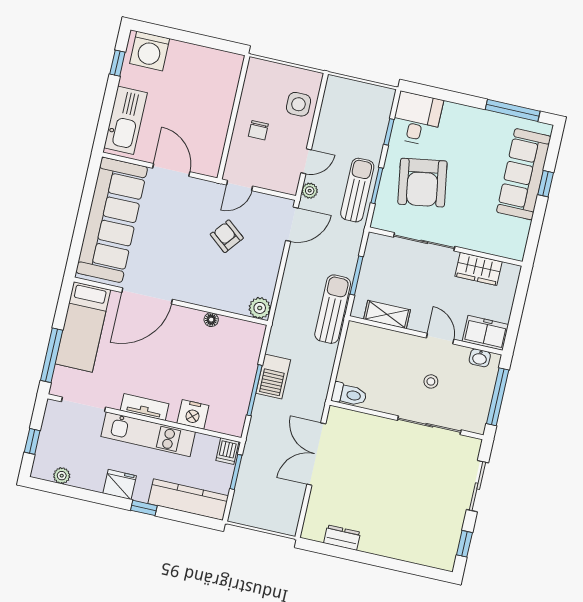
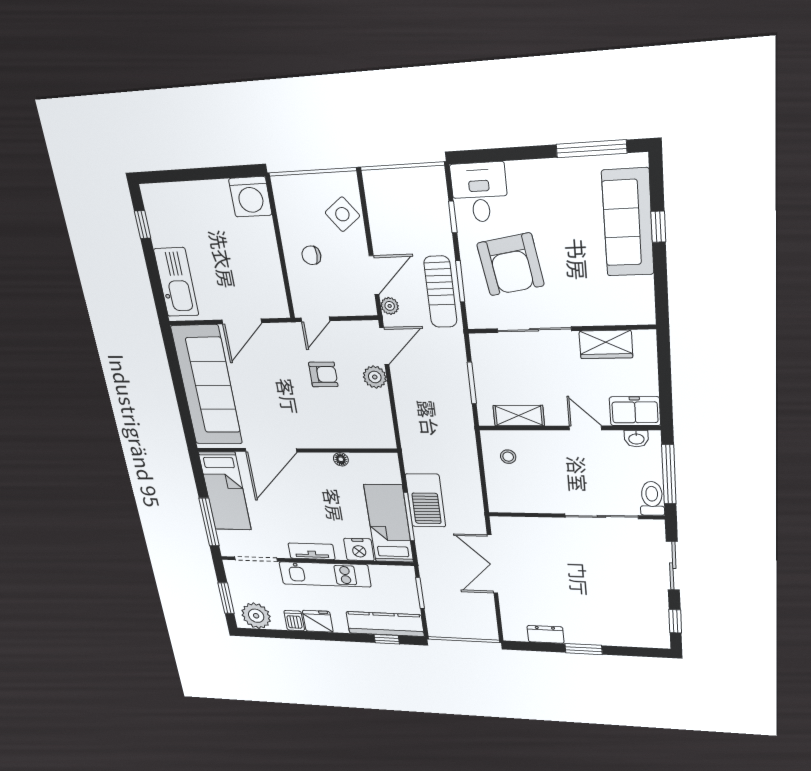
washing machine: (150, 51) -> (250, 197), moved
side table: (298, 104) -> (342, 214), turned -37
chair: (258, 130) -> (311, 255), turned 90
door: (306, 161) -> (374, 275), width x1.38
door: (171, 170) -> (242, 321), swing flipped
sun lounger: (357, 190) -> (440, 292), turned 180
armchair: (227, 236) -> (323, 374), turned 141
plant: (260, 308) -> (375, 377), moved
sun lounger: (333, 309) -> (459, 423), removed
barbecue: (273, 376) -> (425, 500), width x1.37, depth x1.21
stool: (431, 381) -> (508, 457), moved
bed: (233, 393) -> (389, 524), added
toilet: (349, 394) -> (652, 498), moved, turned -90
window: (32, 441) -> (226, 598), width x1.50
dishwasher: (227, 451) -> (294, 621), moved, turned 180
plant: (62, 476) -> (256, 616), width x1.88, depth x1.88
window: (144, 508) -> (387, 639), moved
window: (373, 560) -> (584, 649), added

